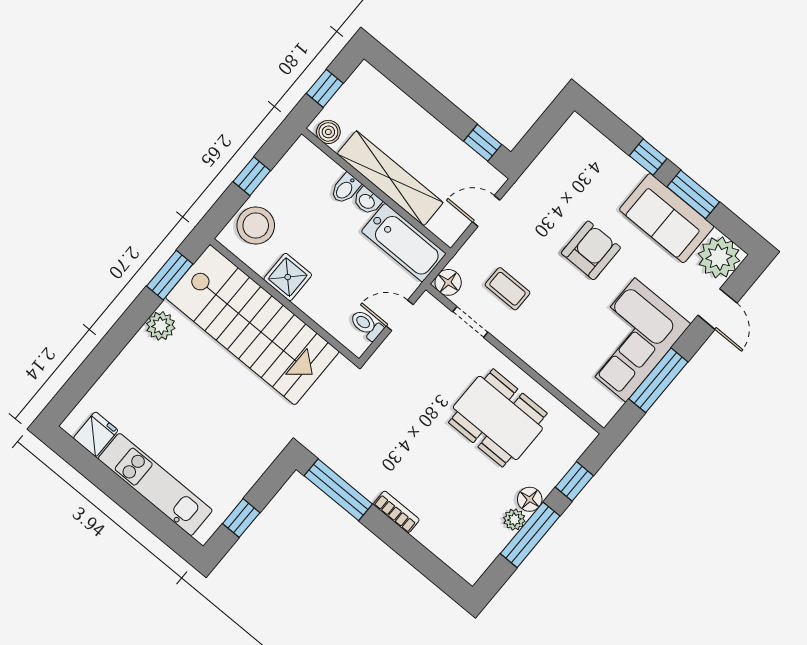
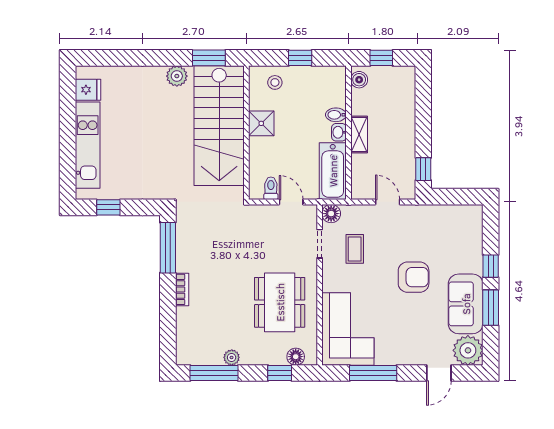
shelving: (390, 178) -> (359, 134), width x0.45, depth x0.75
stool: (256, 226) -> (275, 82), width x0.53, depth x0.53
corner sofa: (630, 340) -> (348, 329), moved, turned 90
floor lamp: (530, 499) -> (296, 357), moved
window: (530, 535) -> (214, 373), moved

